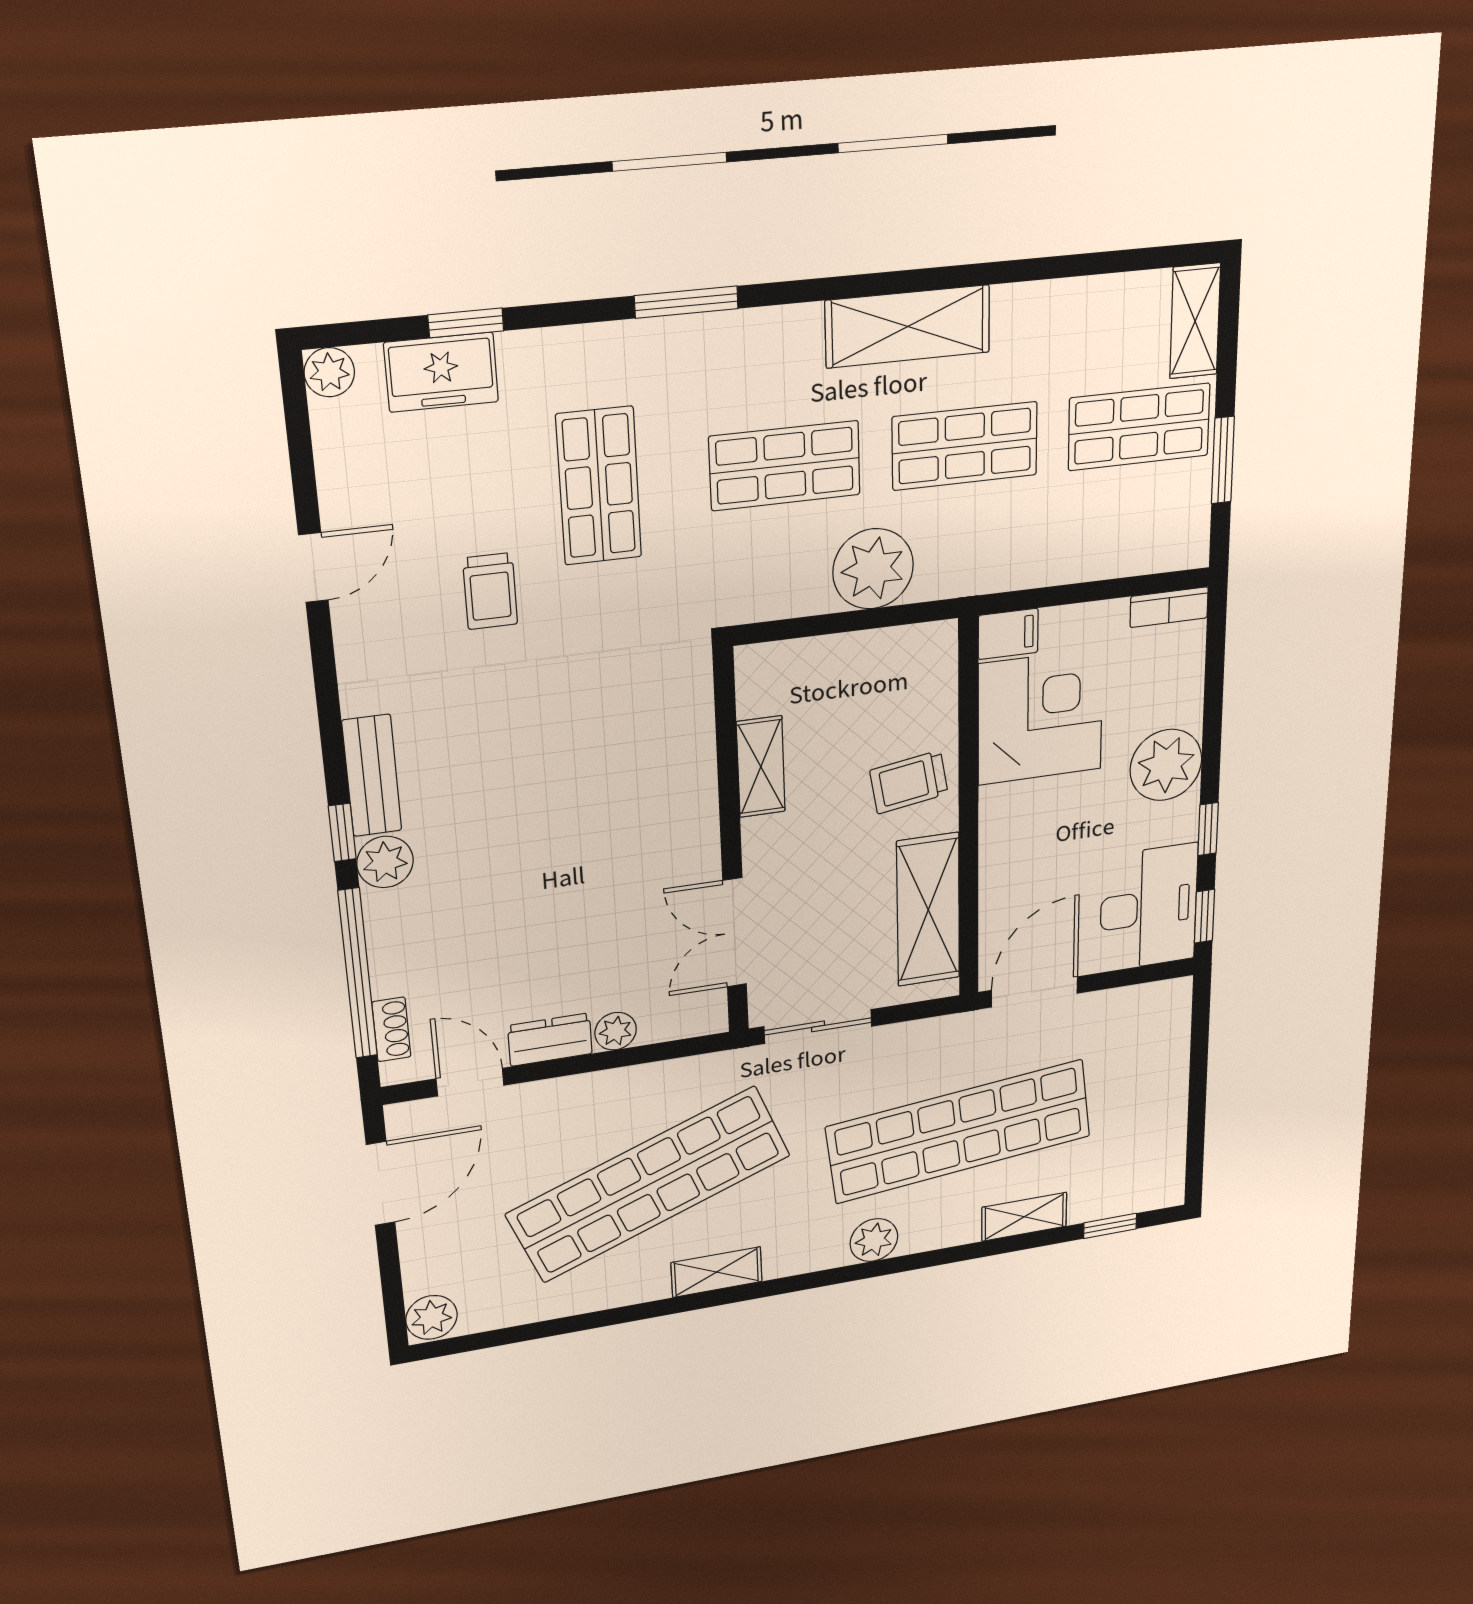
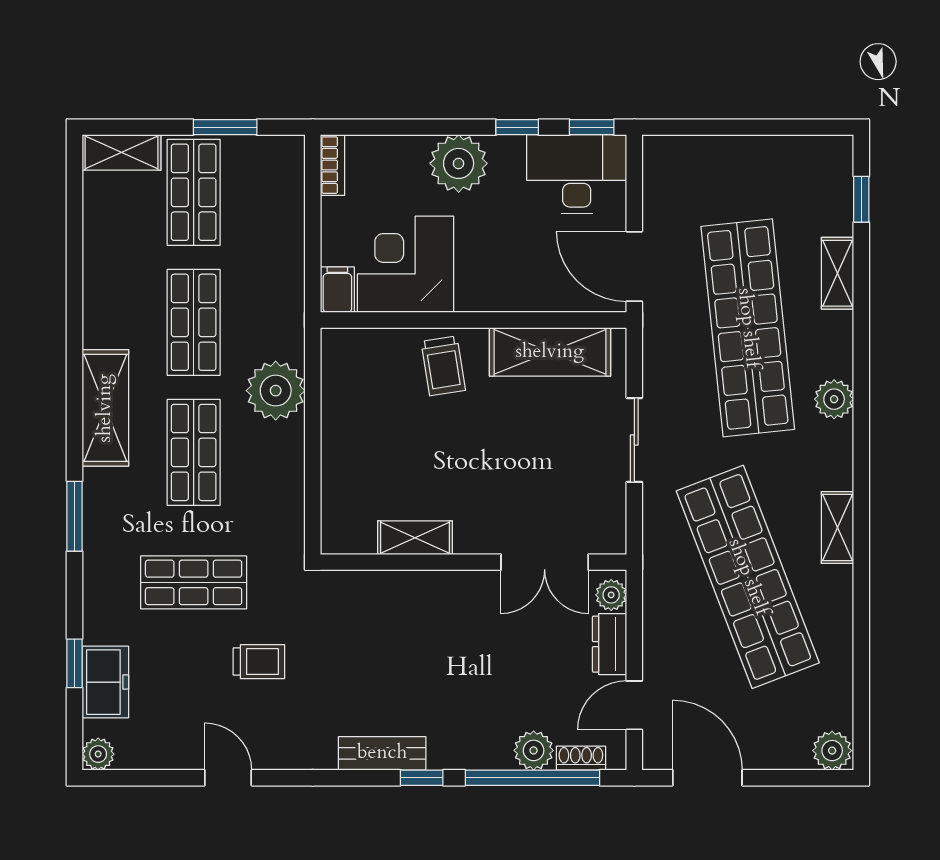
shelving: (908, 326) -> (105, 408), moved
shelving: (761, 767) -> (415, 538), moved
wall: (731, 845) -> (474, 562), moved
plant: (385, 862) -> (534, 750), moved
double door: (735, 933) -> (545, 562), moved

